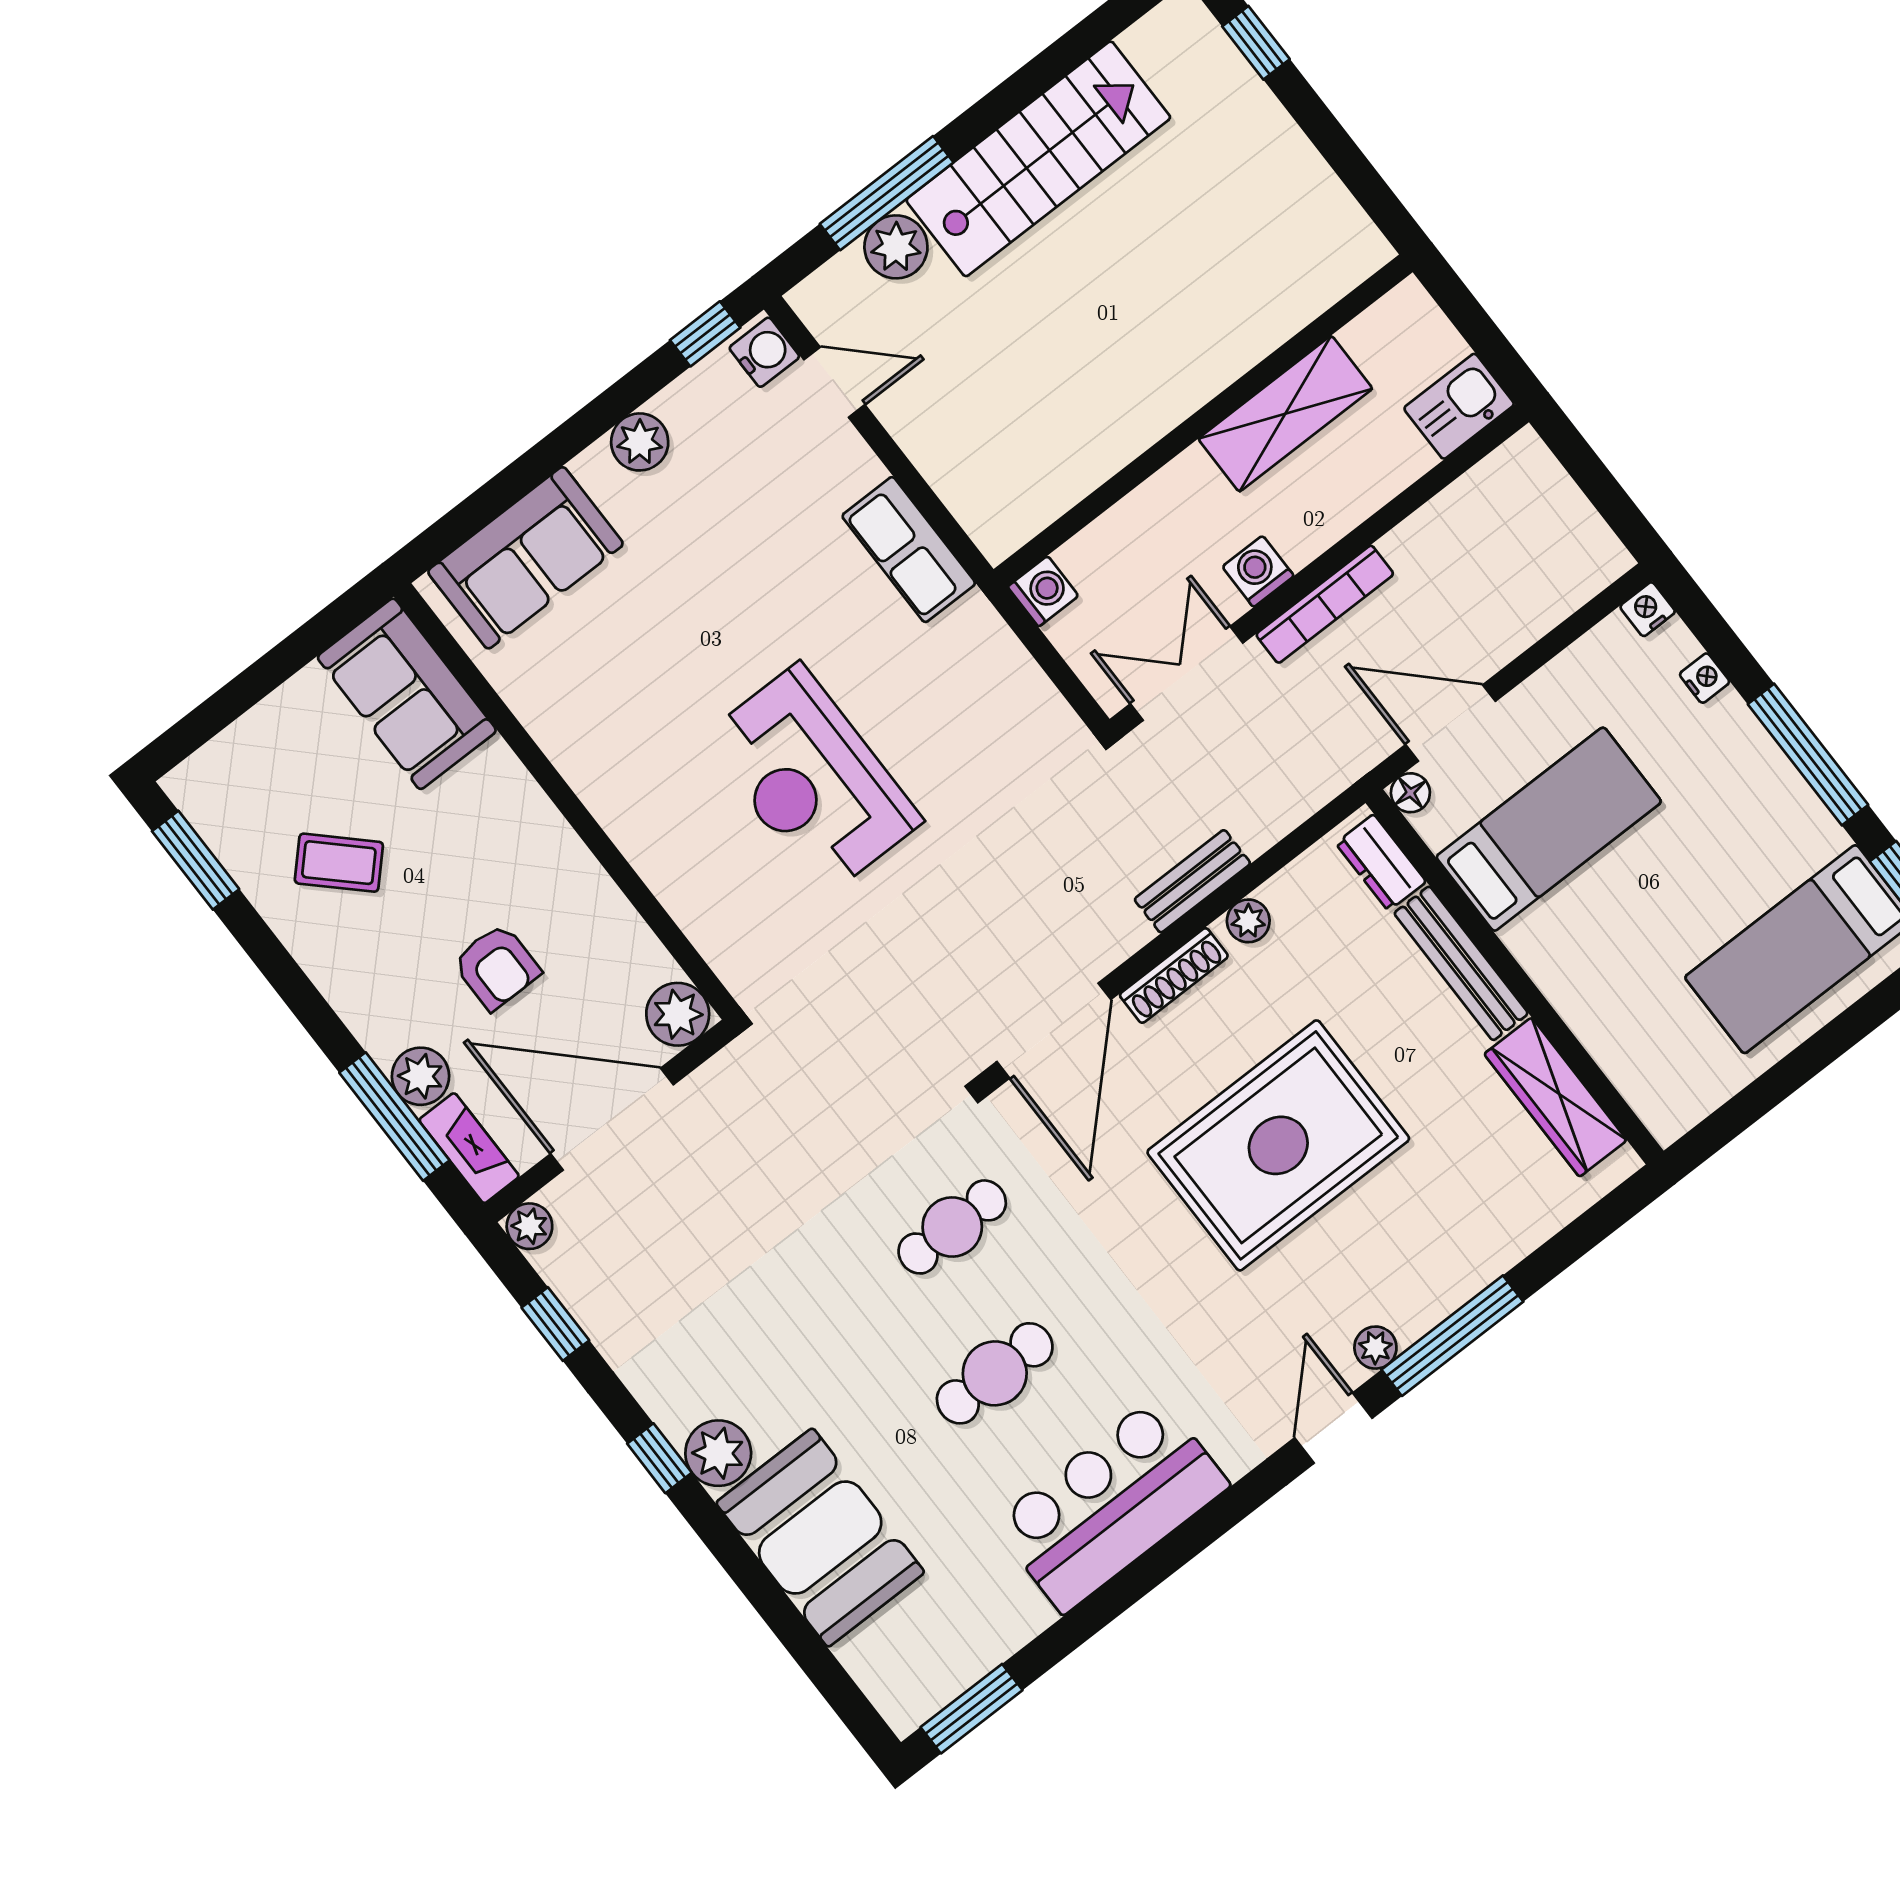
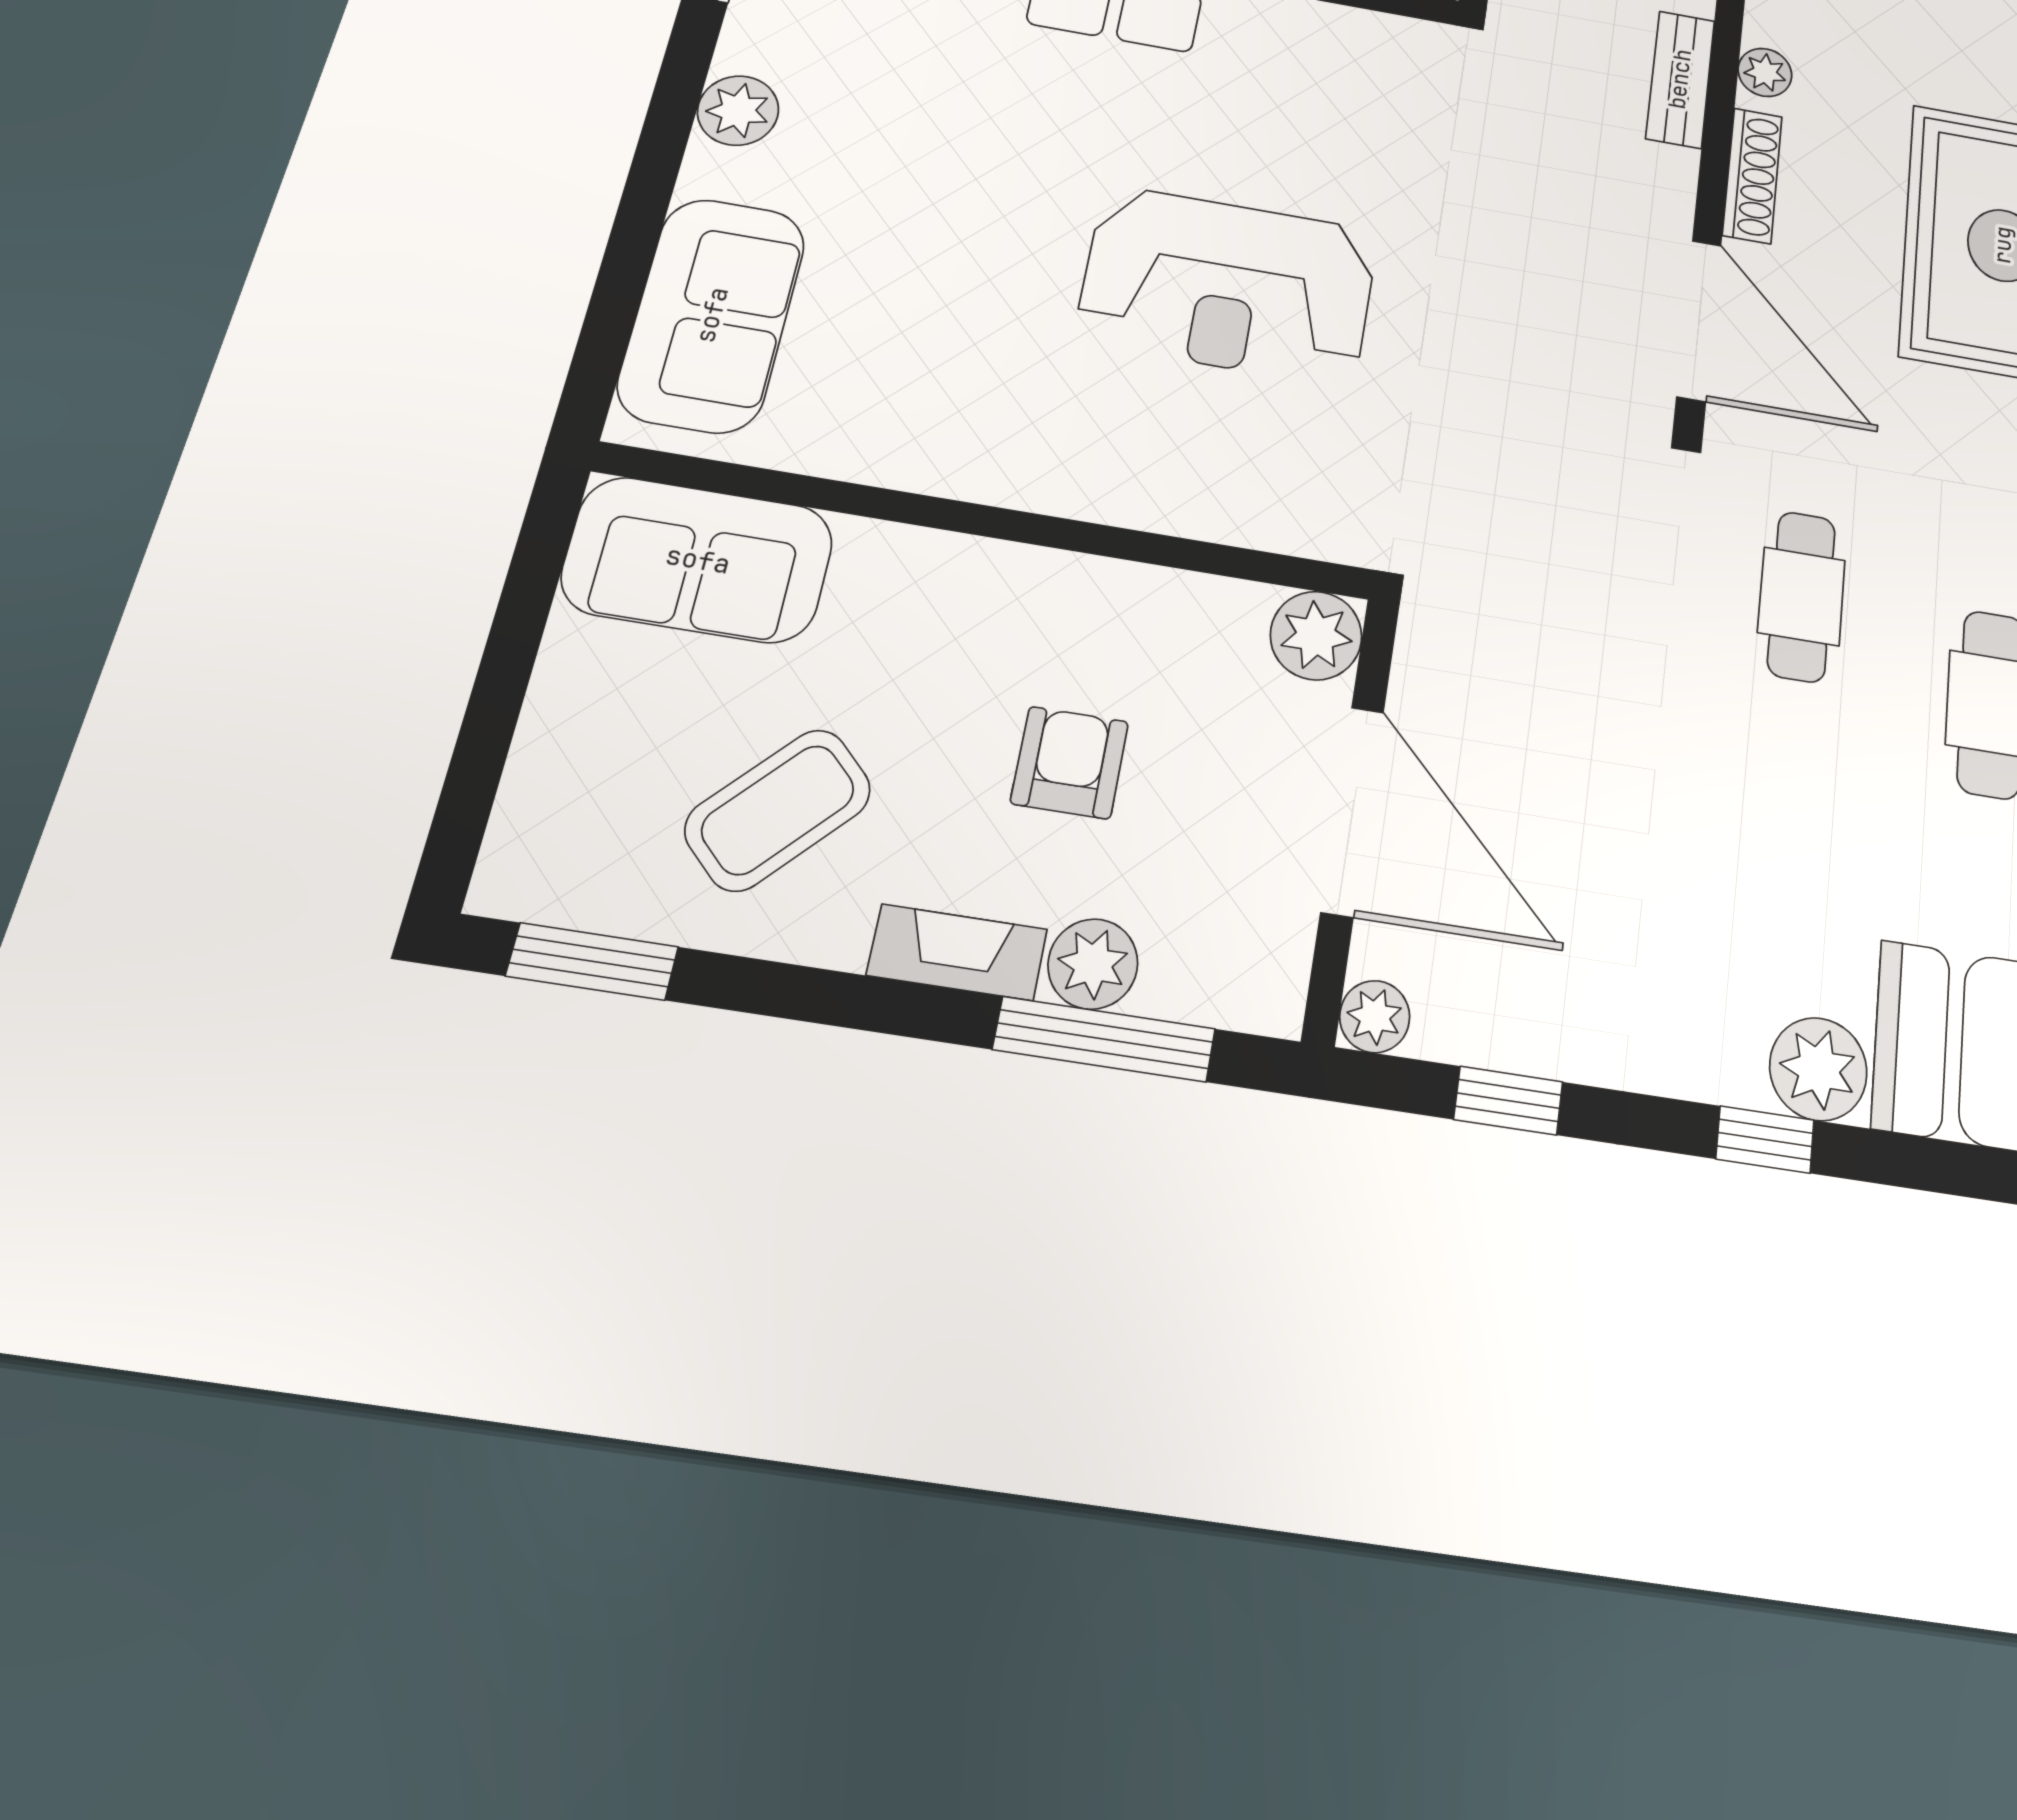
coffee table: (339, 863) -> (778, 810), width x1.36, depth x1.30
armchair: (497, 967) -> (1070, 763), turned -90
door: (612, 1119) -> (1352, 811), swing flipped
fireplace: (469, 1148) -> (957, 952), moved

